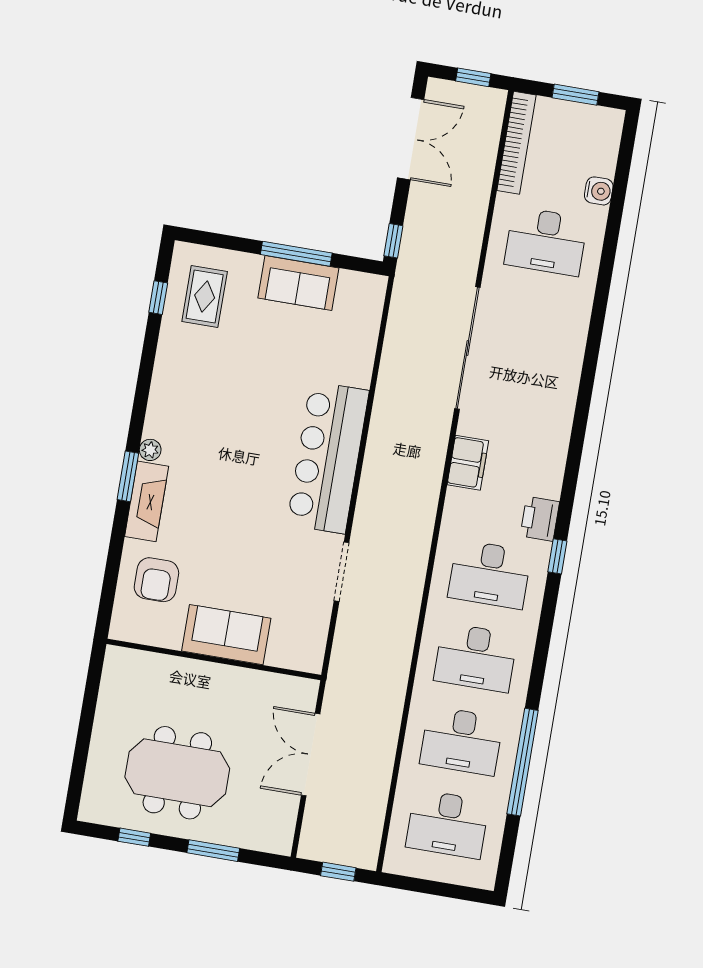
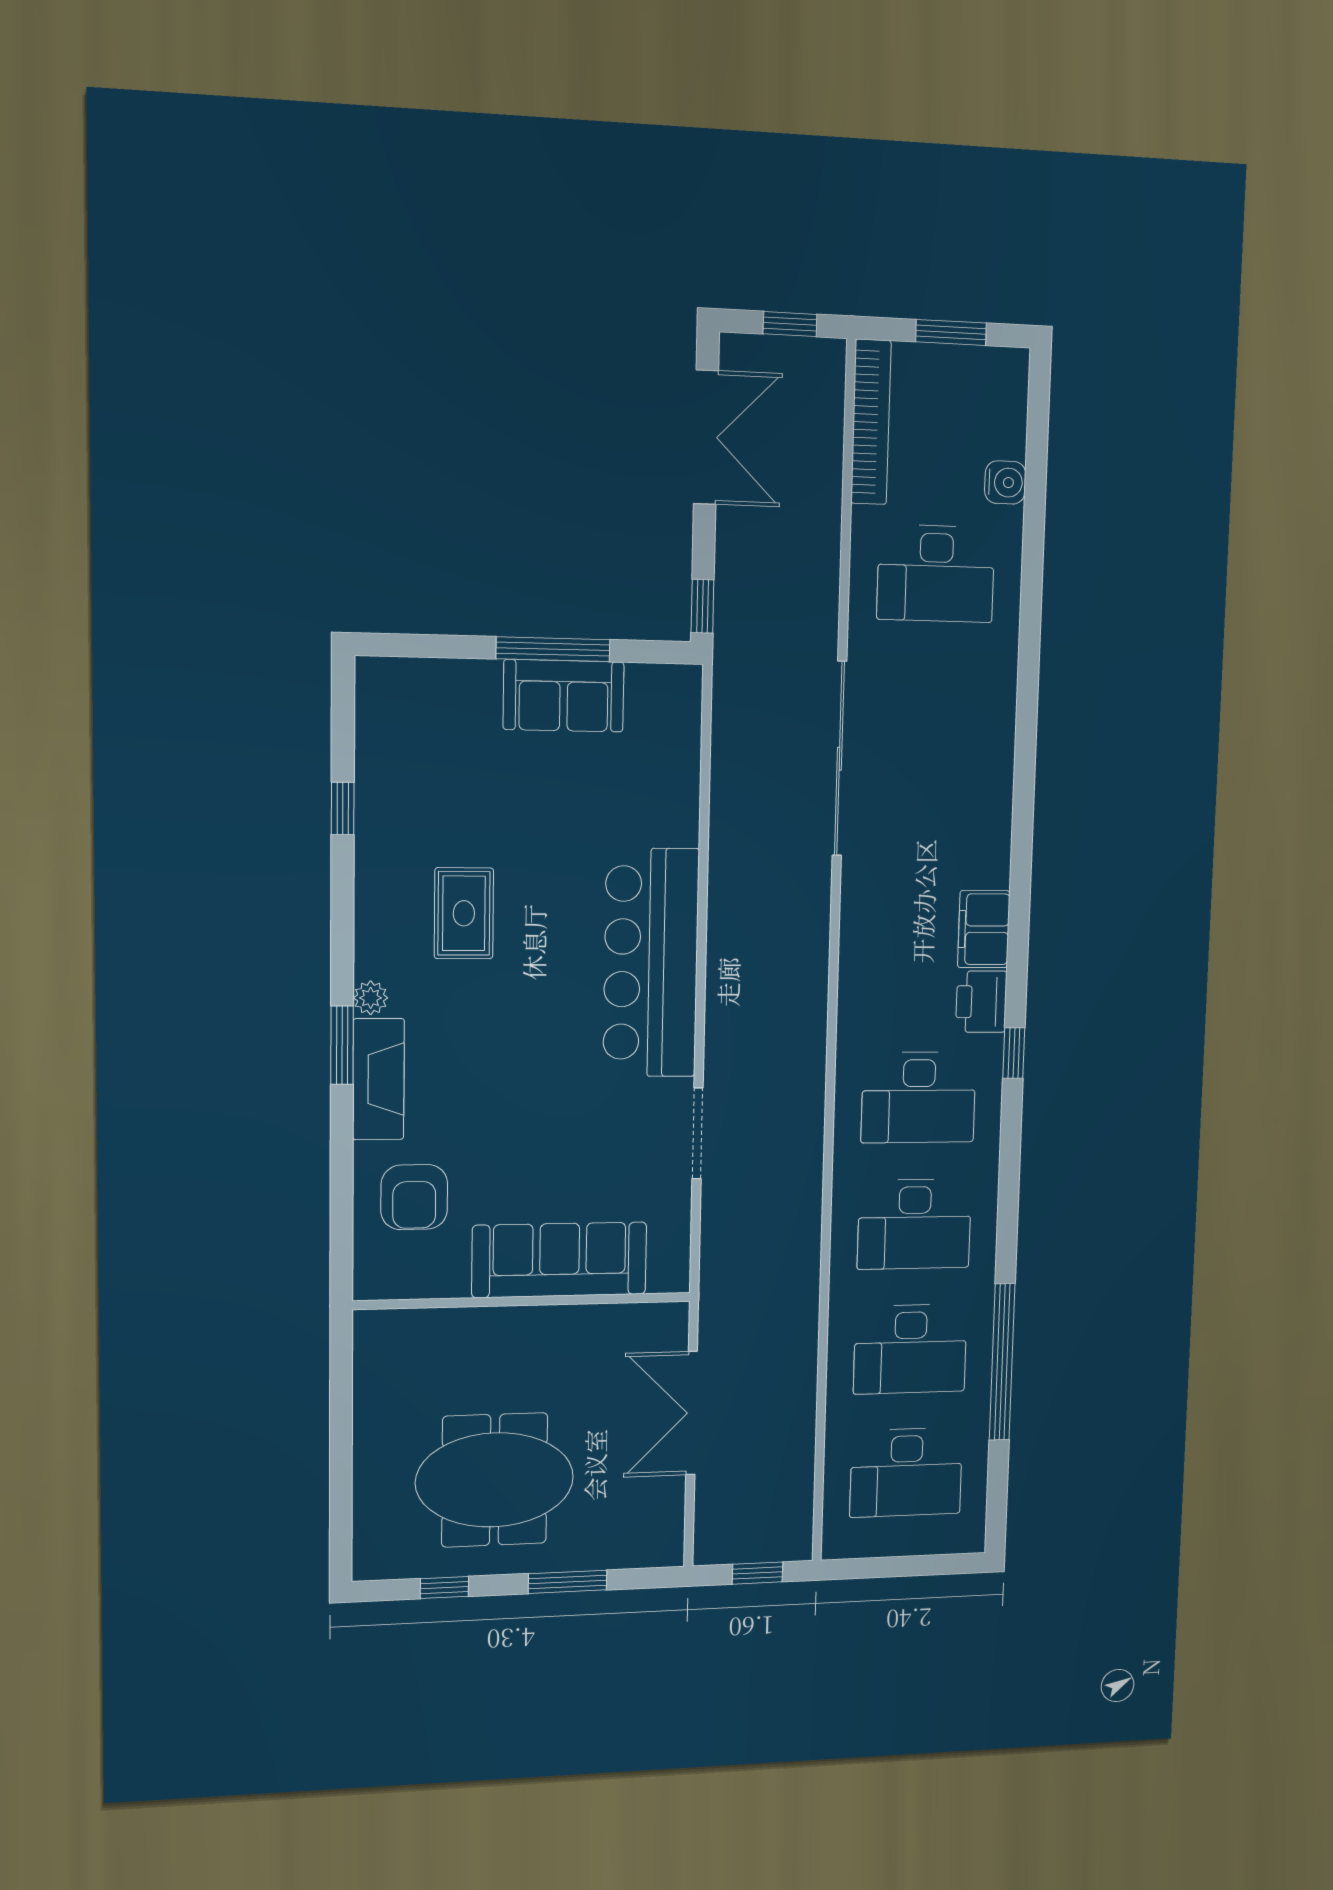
rug: (205, 296) -> (464, 913), moved
window: (158, 298) -> (343, 809), moved
filing cabinet: (468, 463) -> (984, 929), moved, turned 180
sofa: (226, 635) -> (559, 1260), width x1.36

